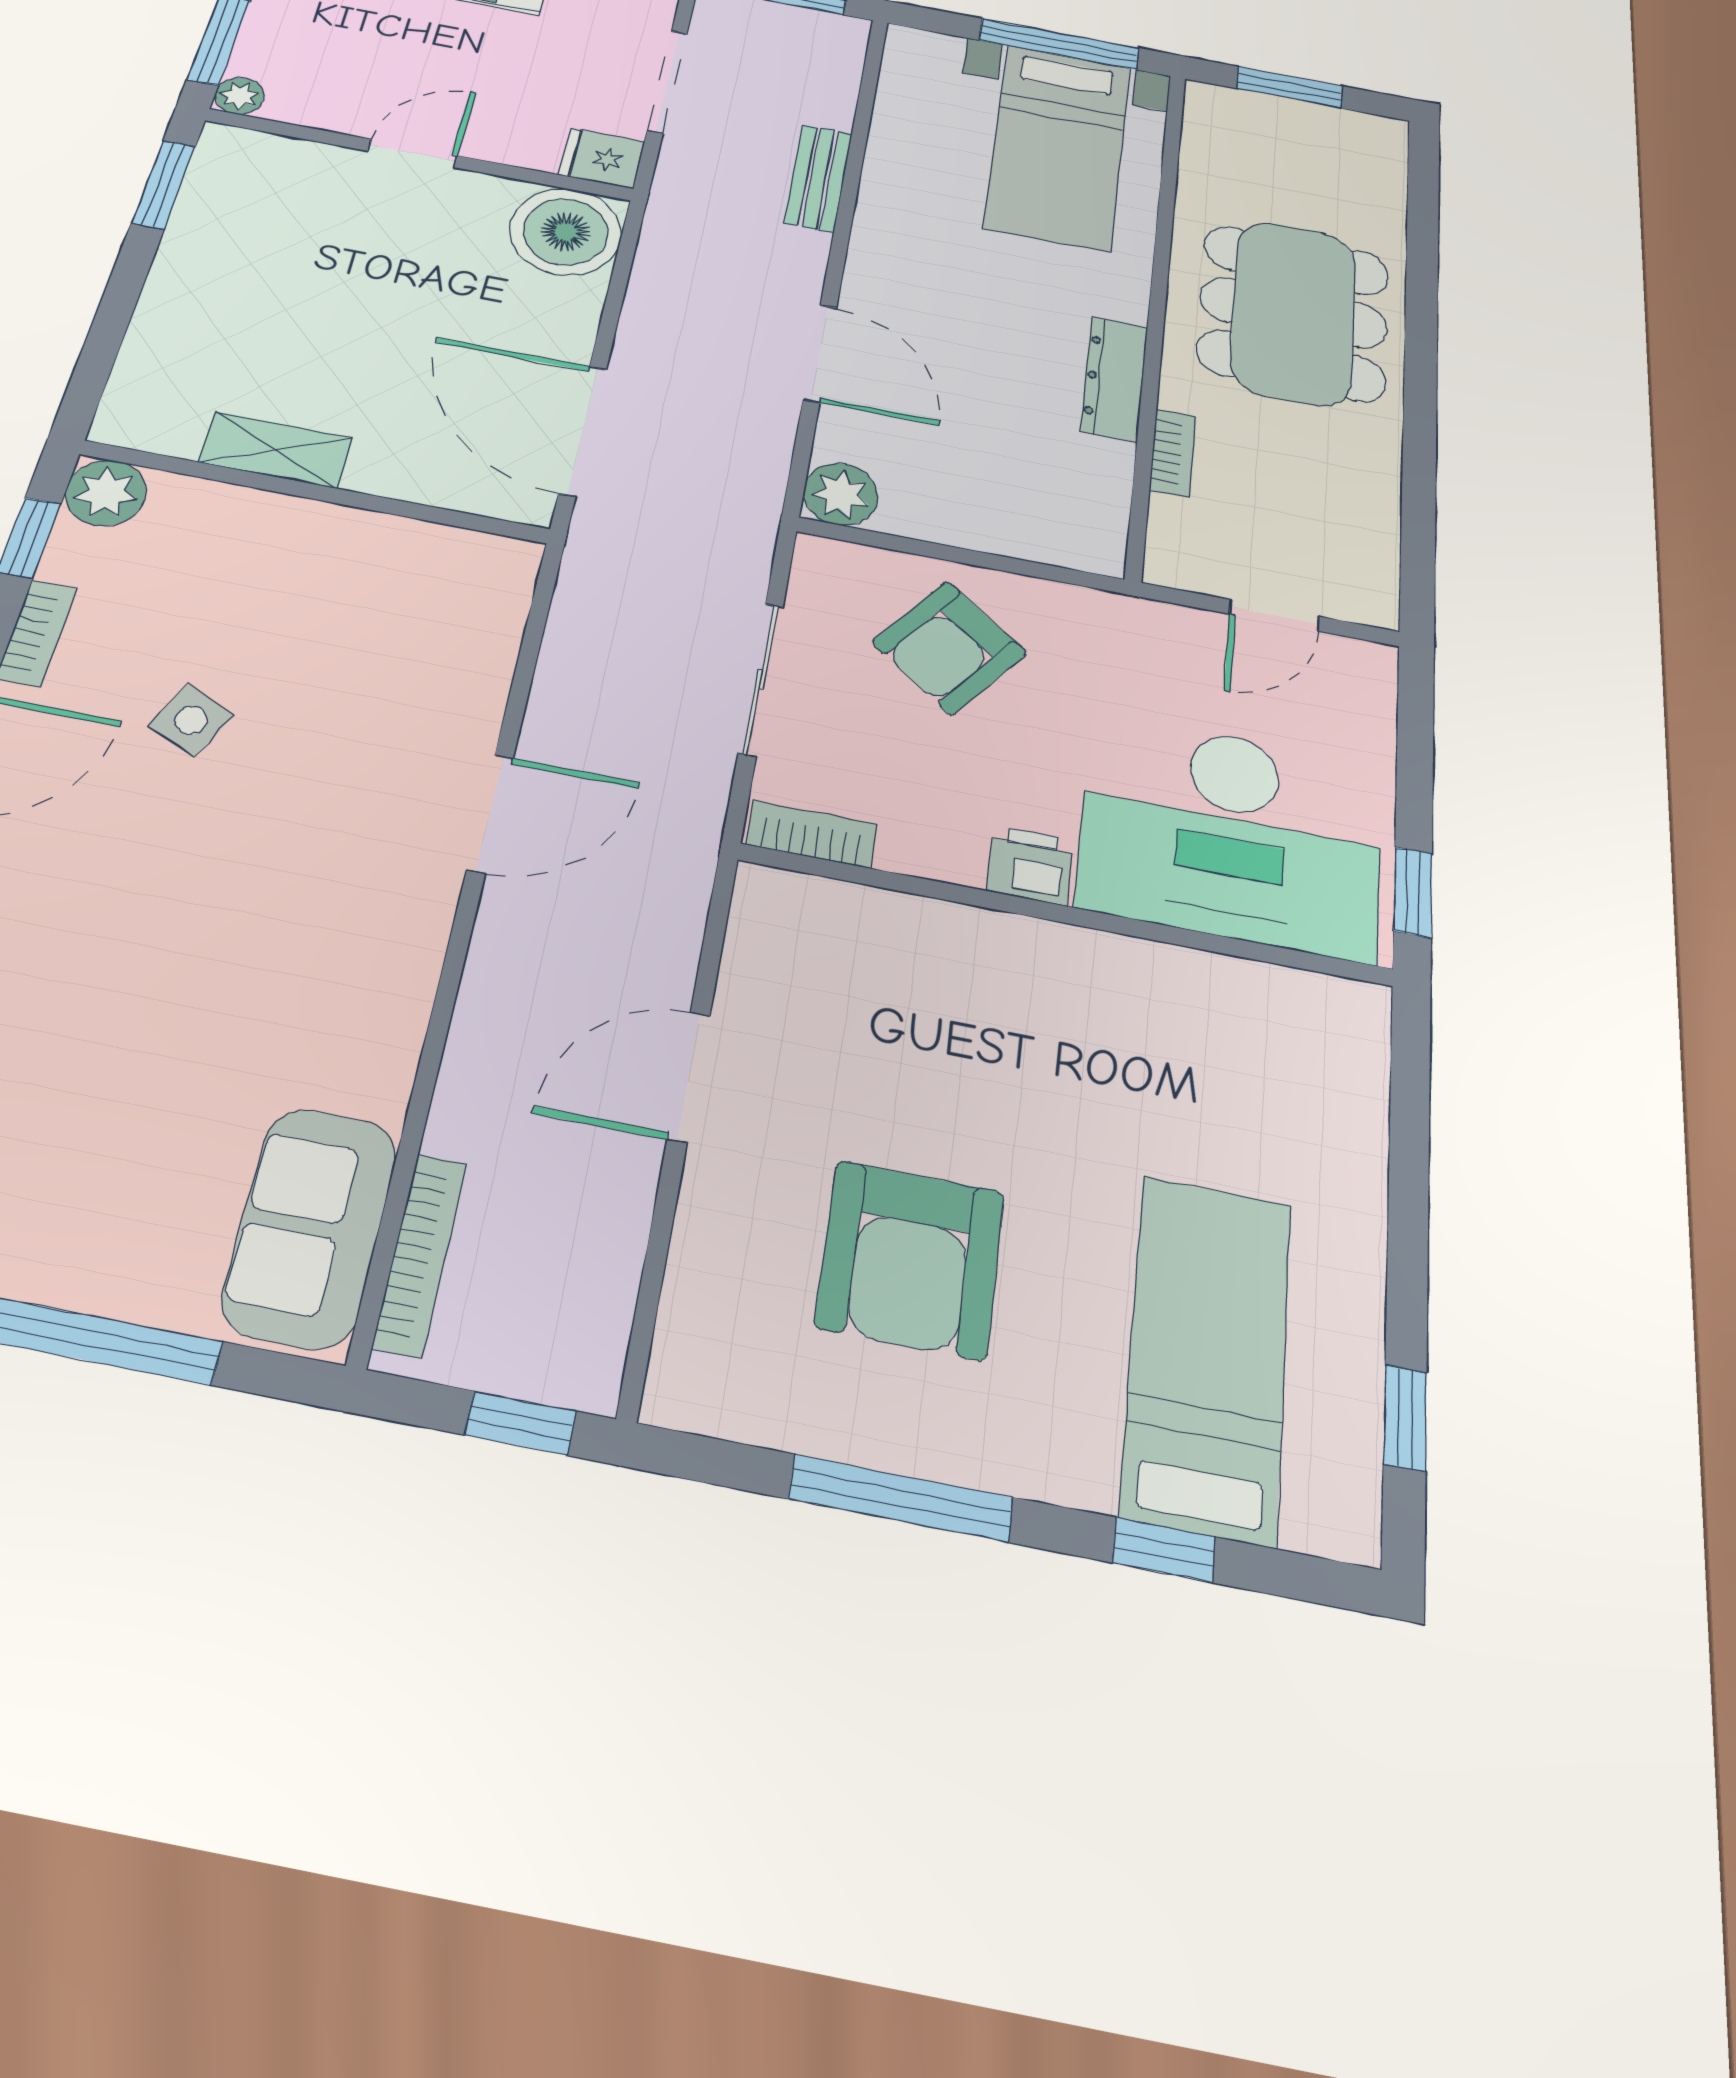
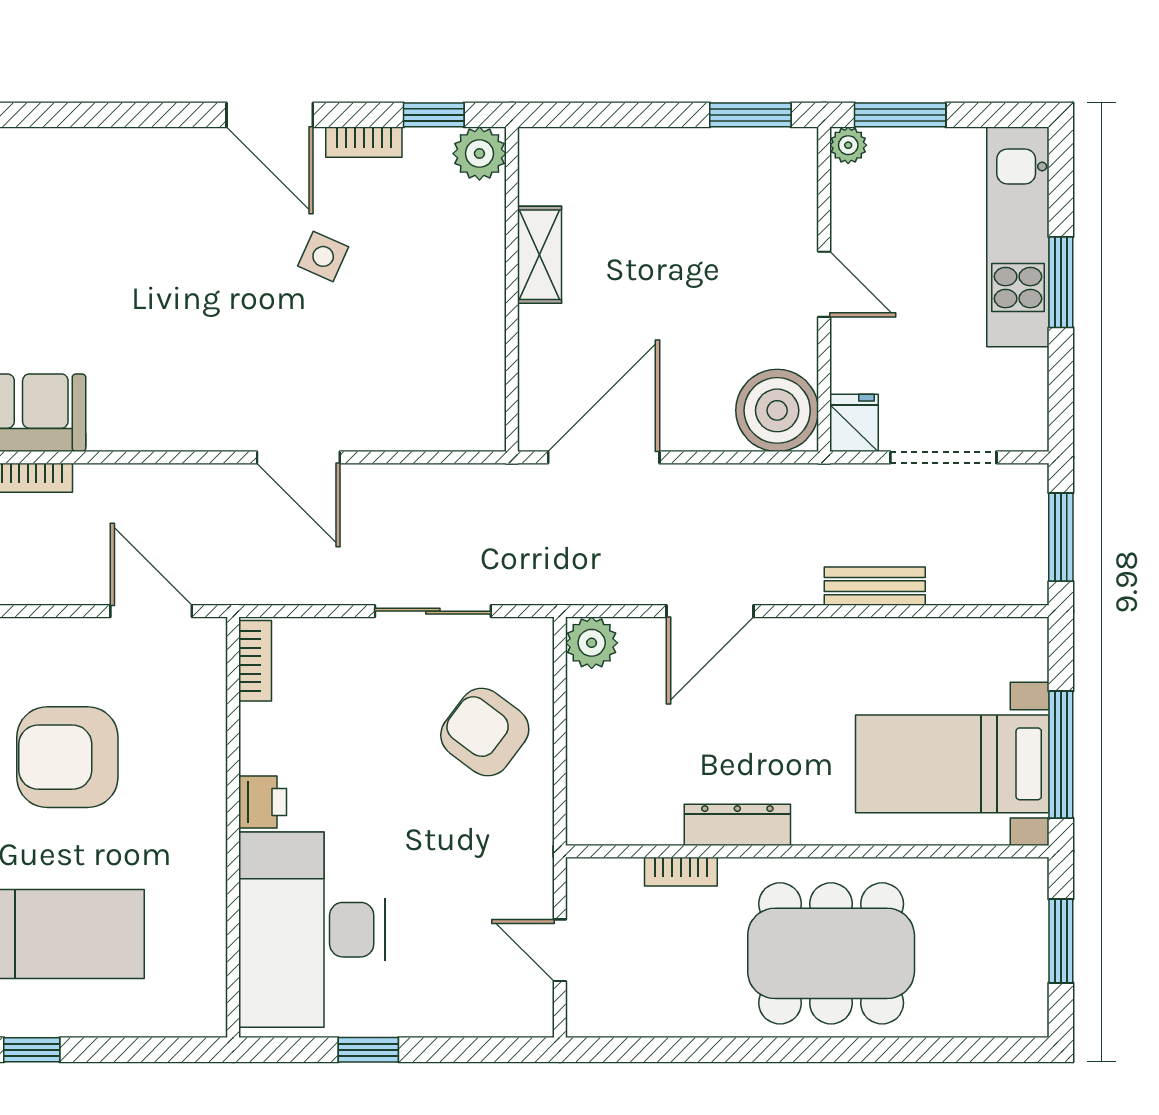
bookcase: (812, 834) -> (255, 661), moved
desk: (1231, 835) -> (312, 930), moved
printer: (1030, 866) -> (263, 802), moved
wall: (1065, 914) -> (233, 827), moved

